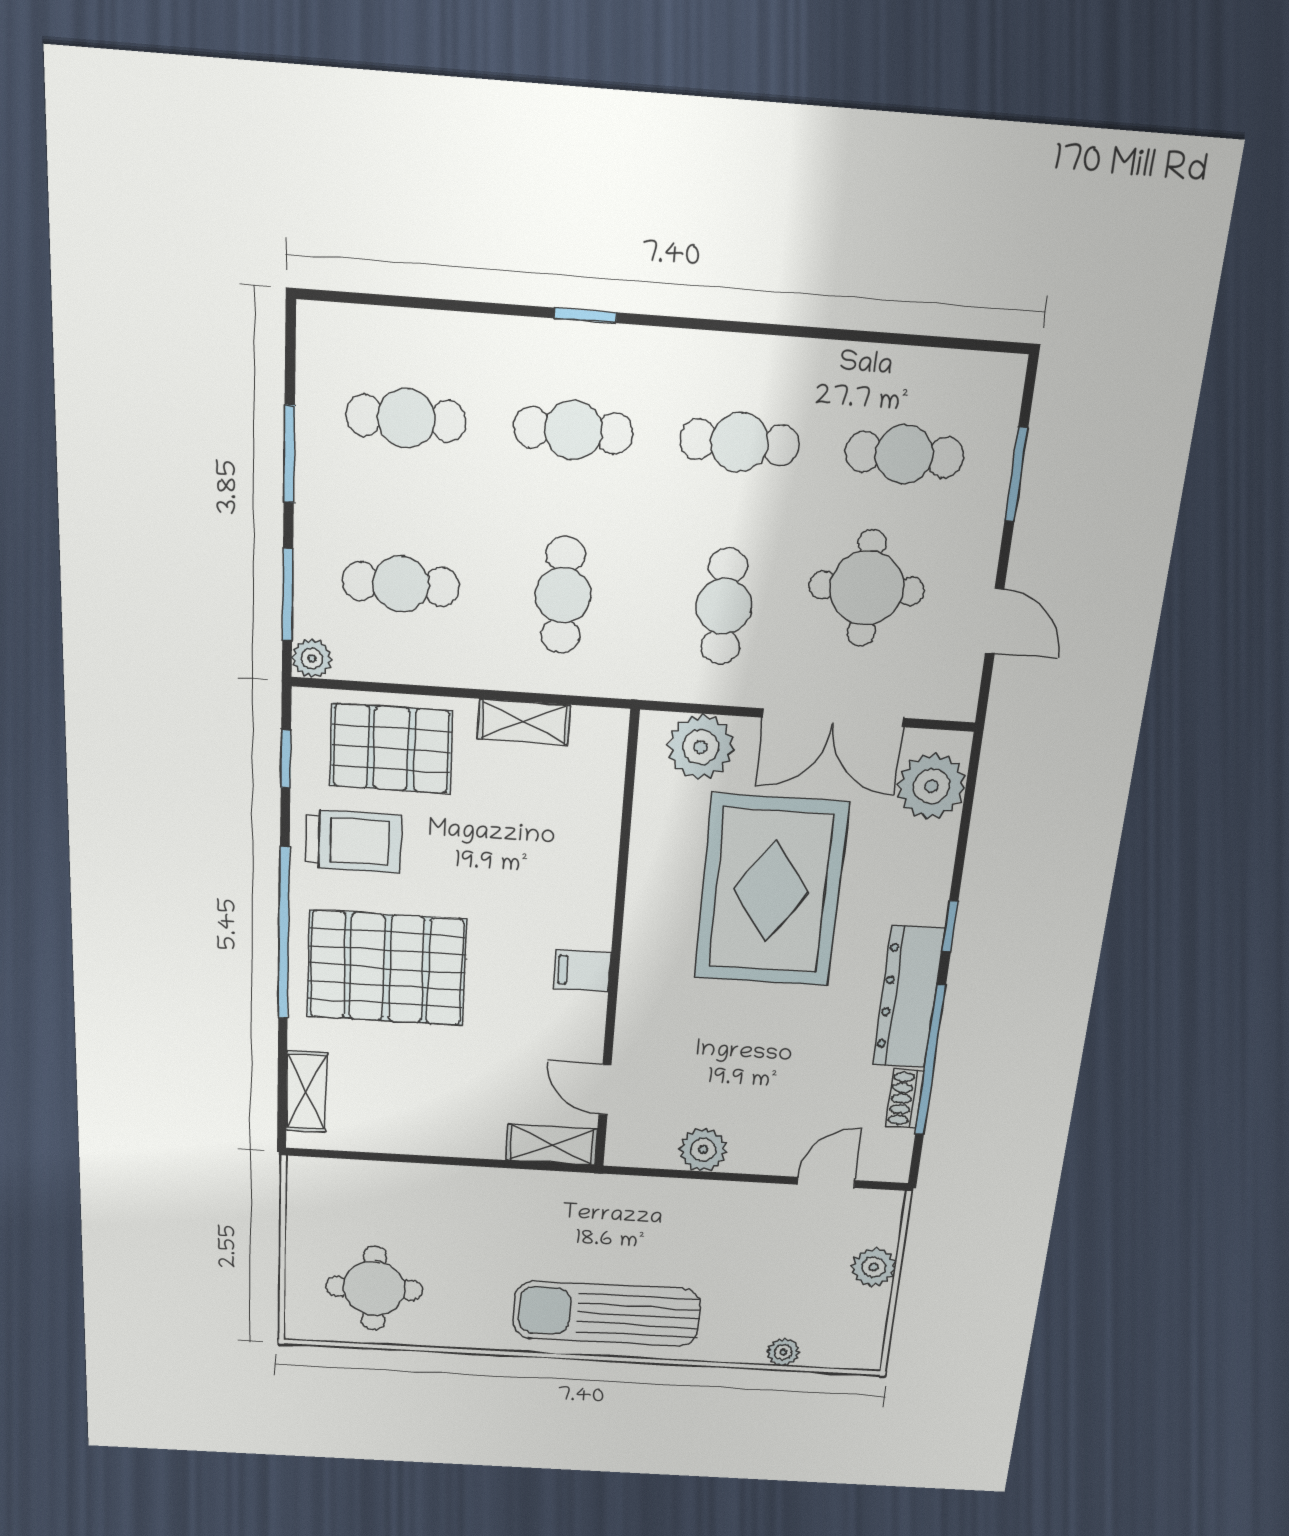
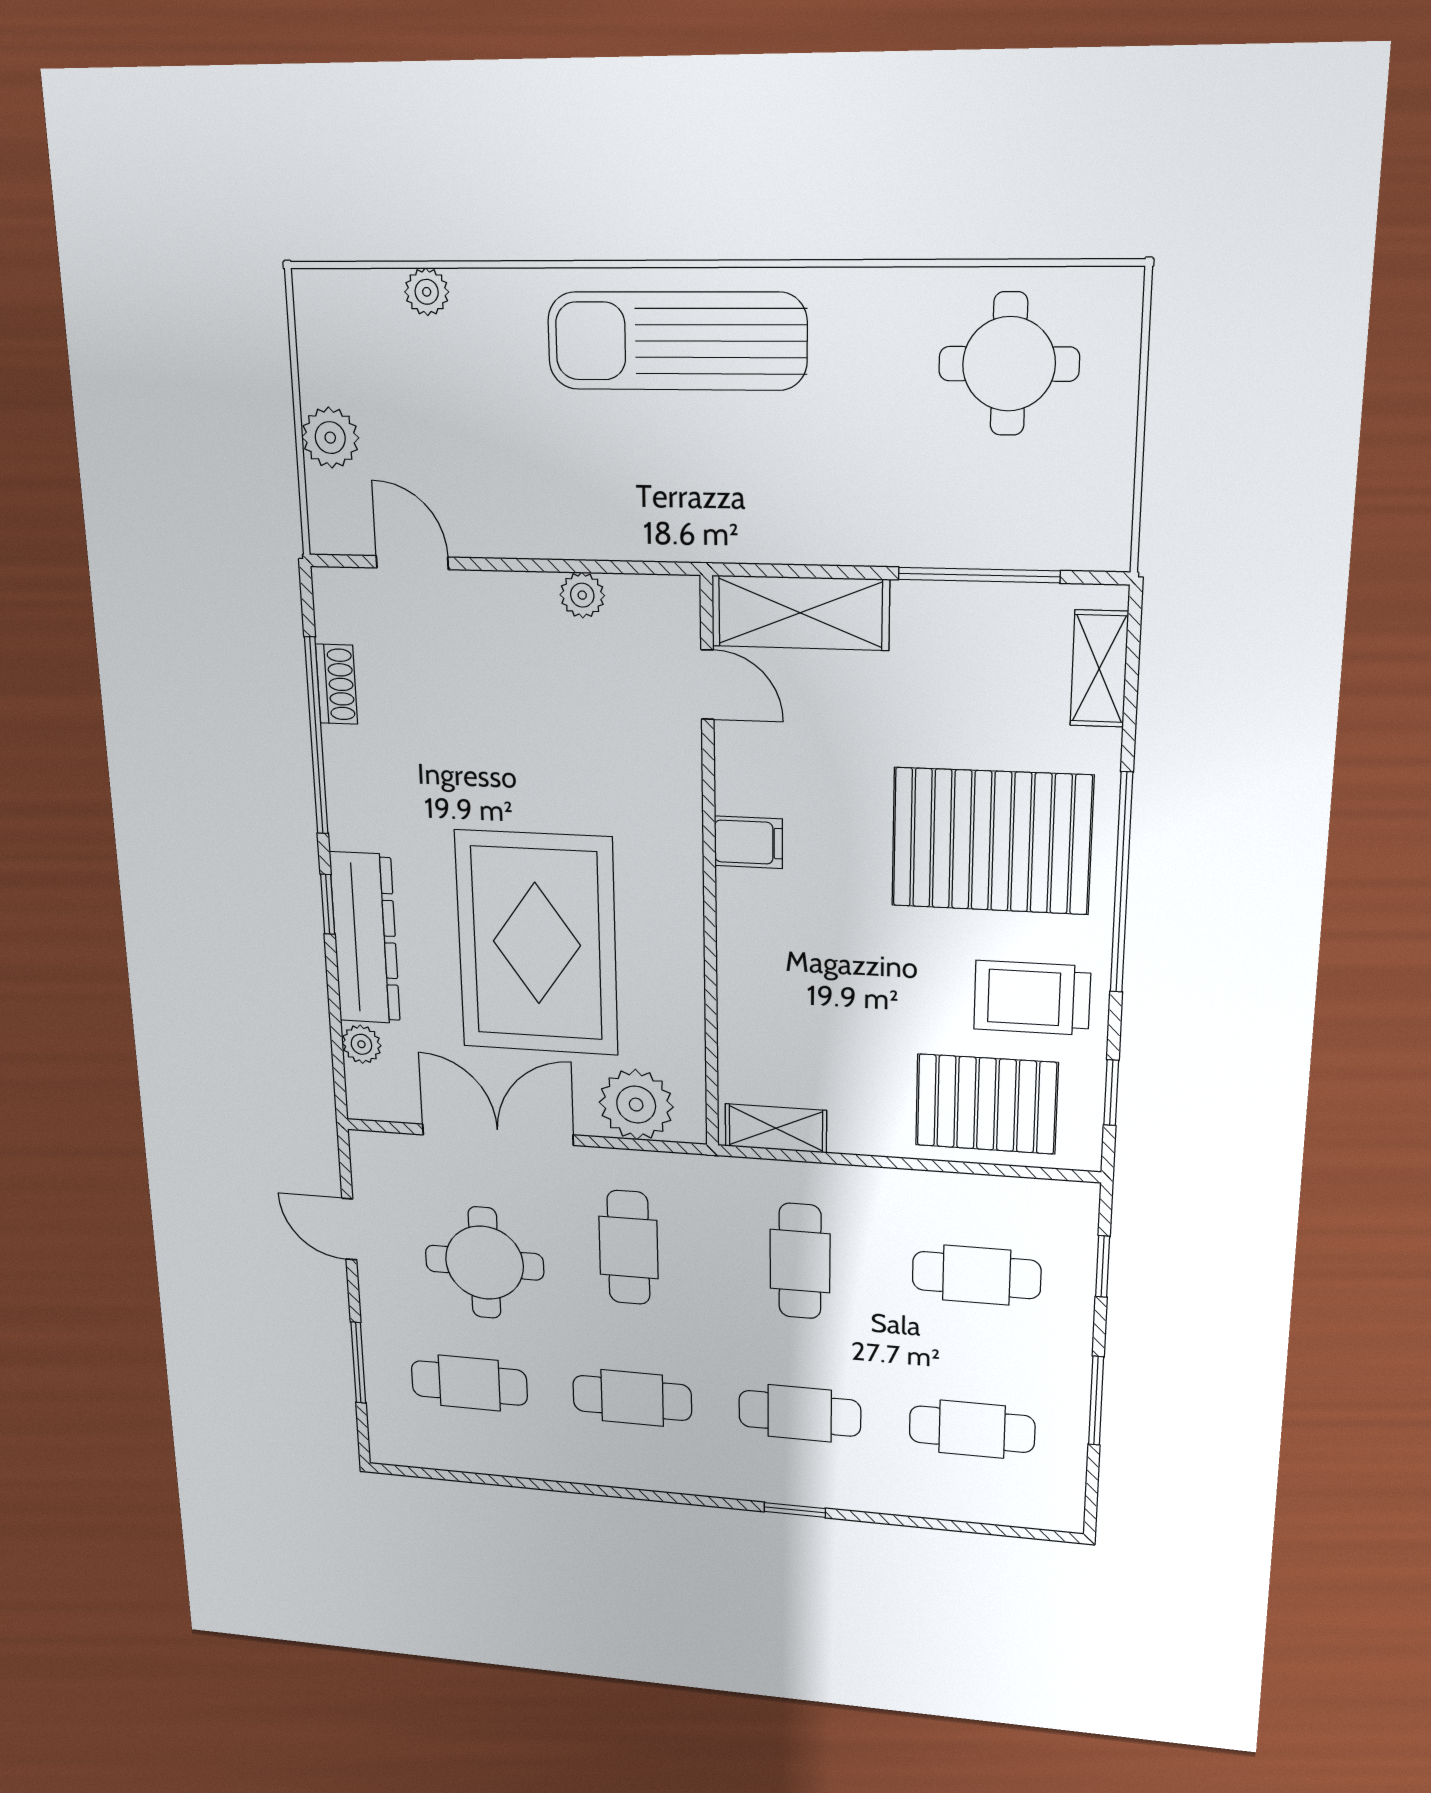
window: (288, 595) -> (1103, 1266), width x0.67
plant: (312, 658) -> (1077, 1201), removed
shelving: (524, 722) -> (776, 1128), moved
plant: (931, 786) -> (361, 1044), width x0.53, depth x0.53
dresser: (908, 997) -> (365, 938), moved
shelving: (552, 1145) -> (800, 613), width x1.50, depth x1.33
plant: (703, 1150) -> (582, 595), width x0.73, depth x0.73
window: (396, 1158) -> (979, 575), added
door: (826, 1182) -> (412, 563), swing flipped
sun lounger: (607, 1314) -> (677, 341), turned 180

